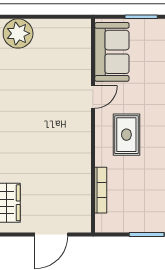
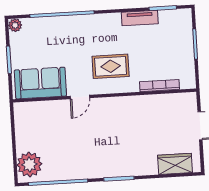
door: (93, 97) -> (80, 97), swing flipped

